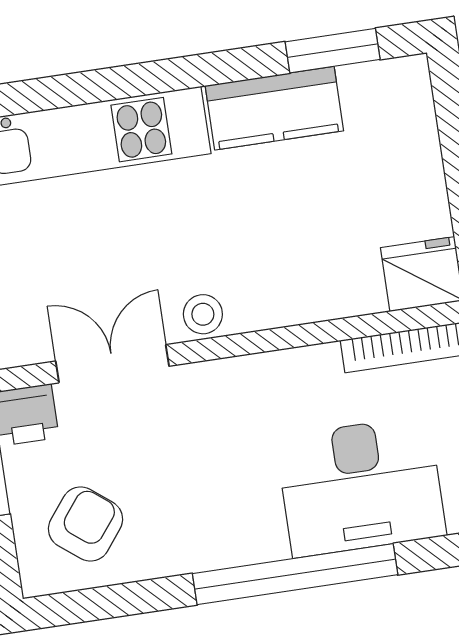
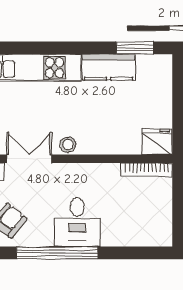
desk: (361, 486) -> (77, 222), moved, width x0.73
window: (295, 574) -> (57, 253), moved

